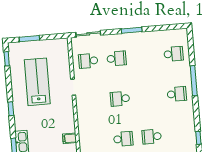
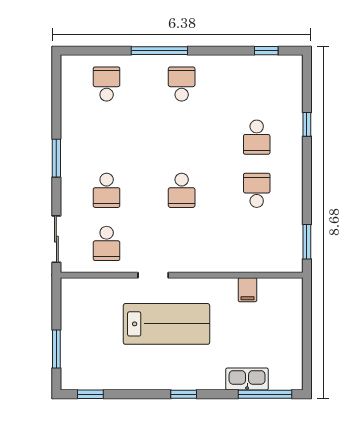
school desk: (117, 59) -> (107, 190), turned 180
lab bench: (37, 82) -> (166, 324), moved, turned 180

